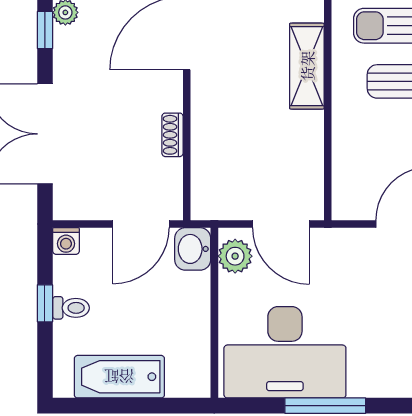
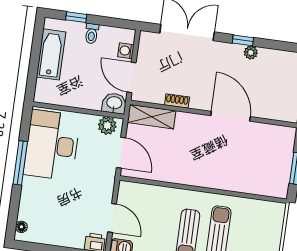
shelving: (307, 66) -> (152, 117), moved
door: (281, 224) -> (121, 153), swing flipped
washing machine: (66, 241) -> (126, 51), moved
window: (45, 303) -> (76, 17), moved

